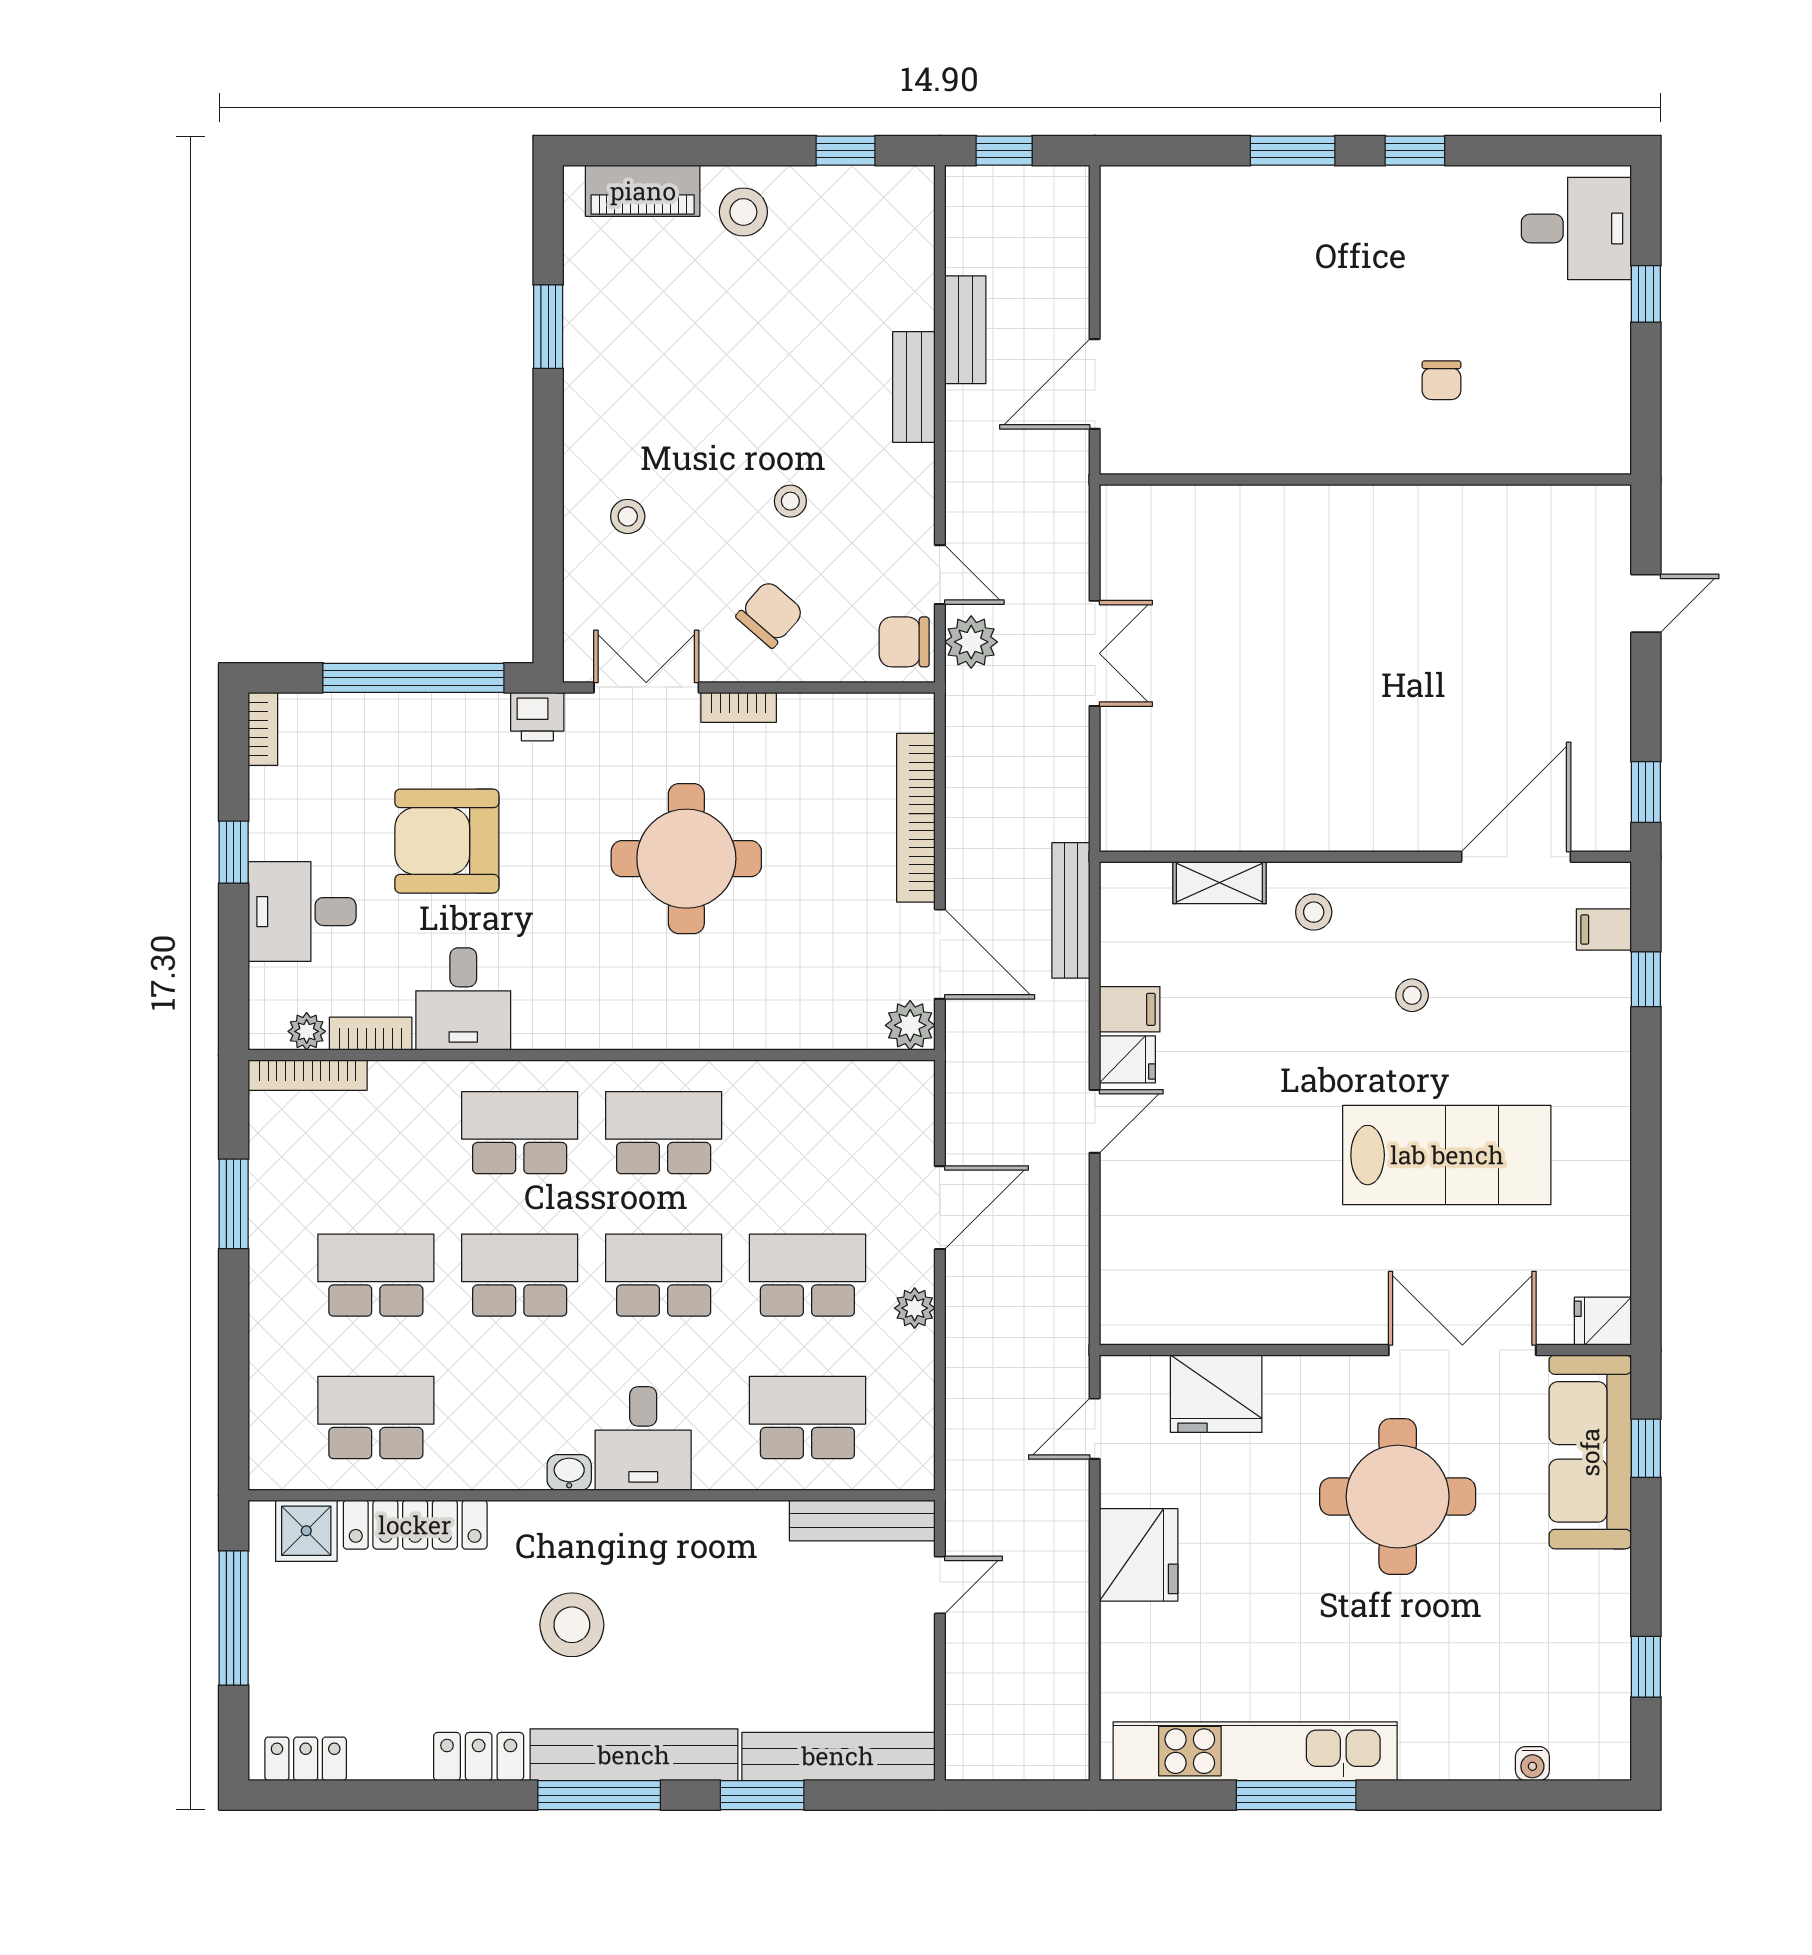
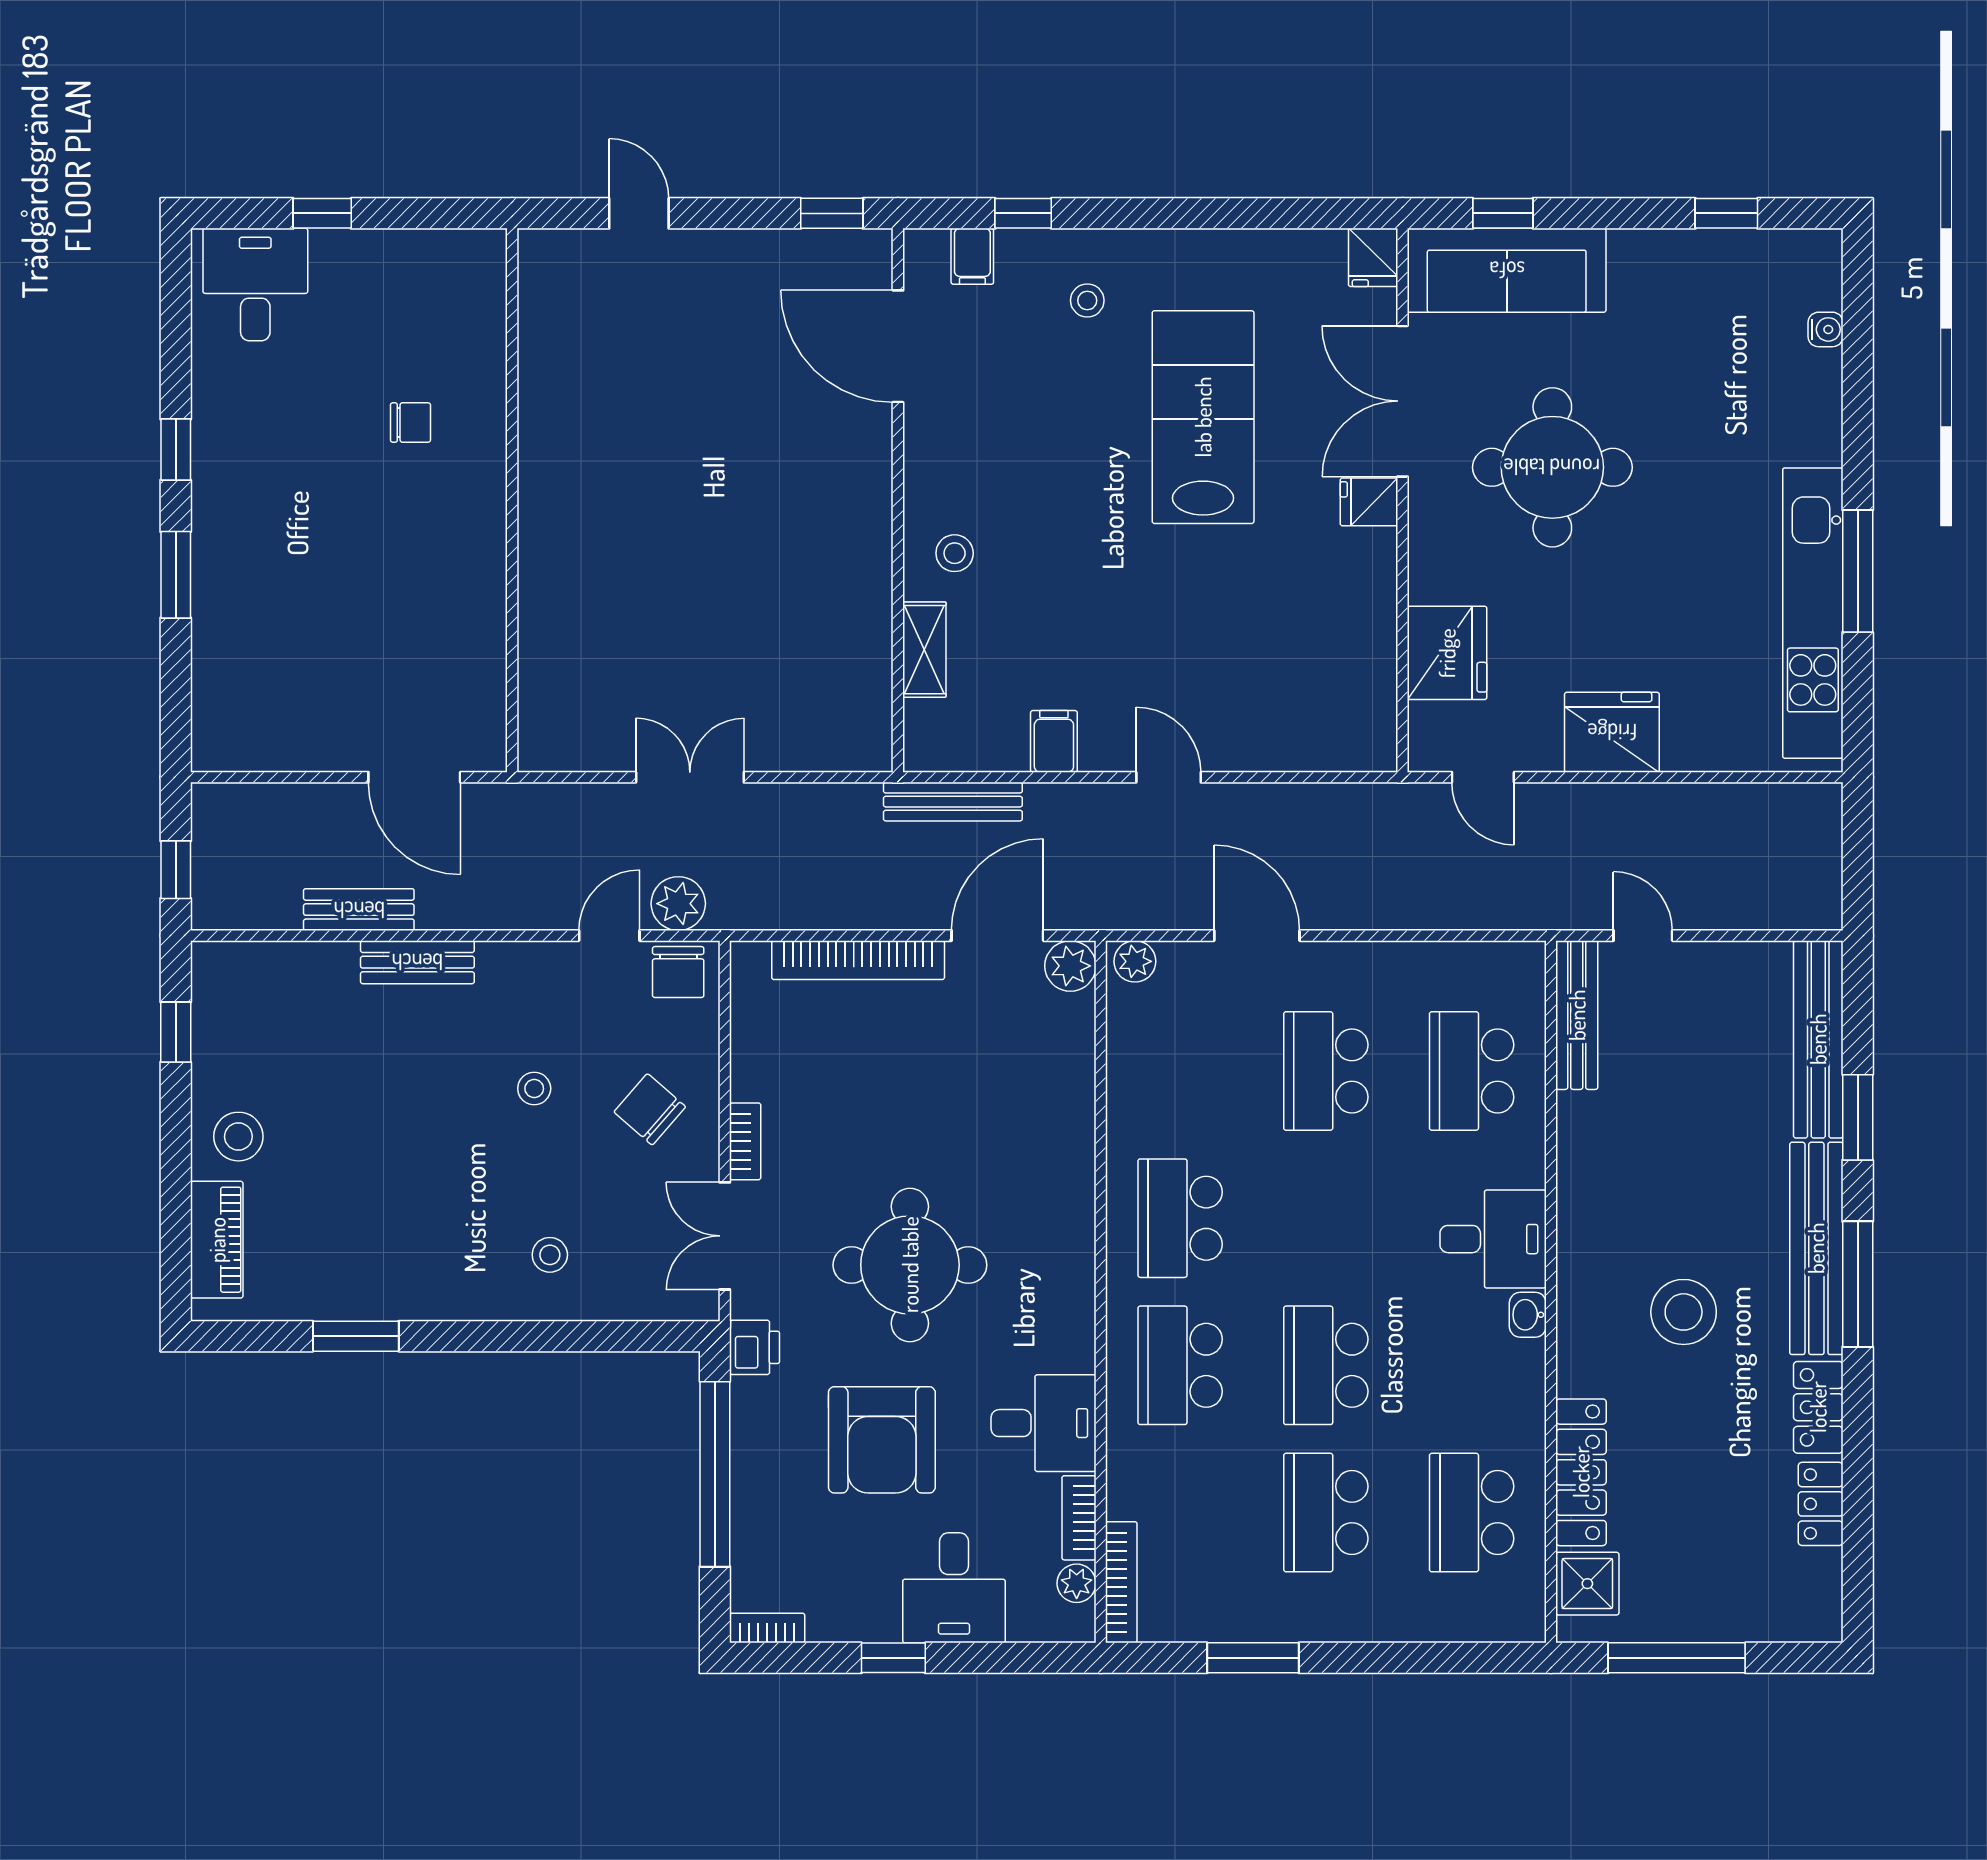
round table: (686, 859) -> (910, 1265), moved
stool: (1412, 995) -> (1087, 300), moved
fridge: (1127, 1059) -> (1369, 502), moved, turned -90
school desk: (664, 1275) -> (1326, 1218), removed
plant: (915, 1308) -> (1135, 961), moved
locker: (306, 1759) -> (1821, 1504), moved

